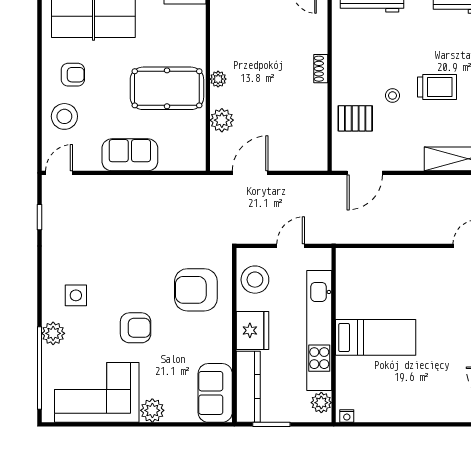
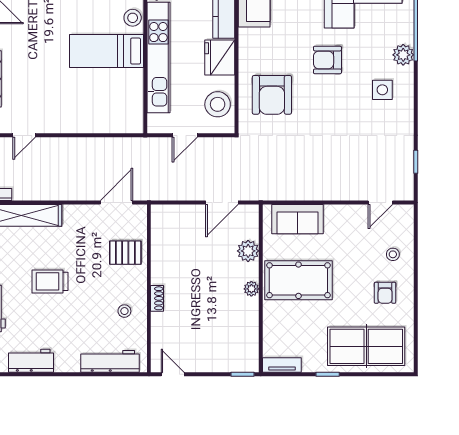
armchair: (73, 75) -> (385, 293), turned -90
stool: (393, 96) -> (124, 311), moved
stool: (64, 116) -> (393, 254), width x0.53, depth x0.53
sofa: (130, 155) -> (298, 219), moved
door: (59, 173) -> (380, 202), moved
armchair: (196, 290) -> (272, 95), turned 90
stool: (347, 374) -> (133, 18), added

